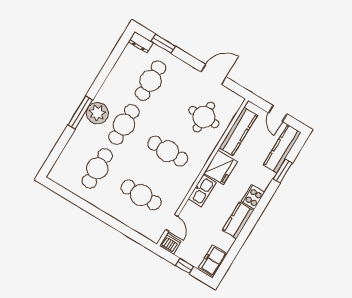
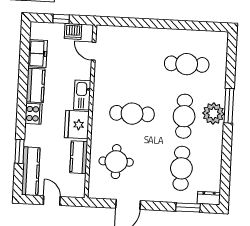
kitchen counter: (238, 132) -> (79, 157), width x0.67
cafe table: (97, 168) -> (187, 64), turned 90
cafe table: (141, 195) -> (135, 61), removed
dishwasher: (170, 244) -> (73, 31), moved
freezer: (213, 261) -> (38, 54), moved

